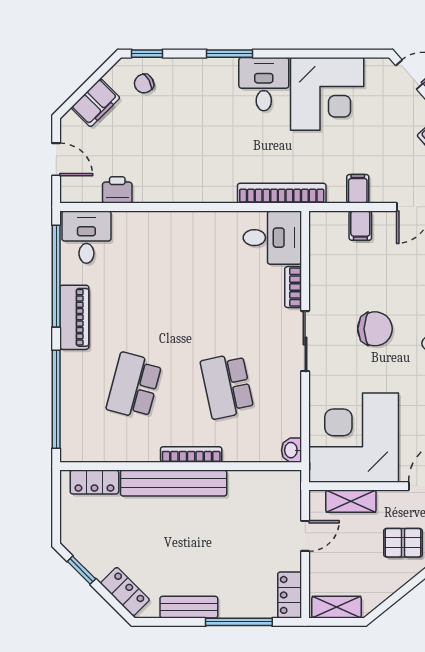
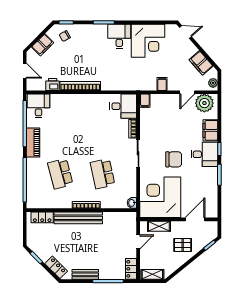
bookcase: (282, 193) -> (80, 86), moved
filing cabinet: (360, 226) -> (145, 101), moved
chair: (375, 329) -> (174, 159), moved
school desk: (134, 386) -> (60, 174), turned -30

